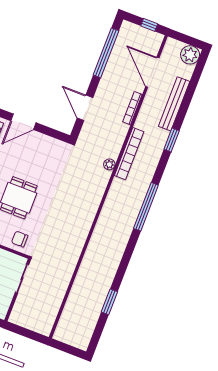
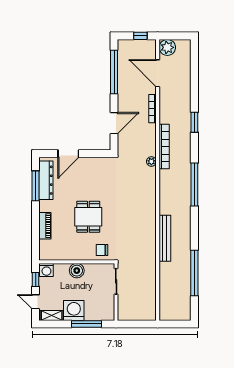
plant: (190, 55) -> (167, 47), moved
bench: (174, 104) -> (165, 238), moved
door: (85, 108) -> (114, 123), swing flipped
window: (109, 302) -> (194, 273), width x2.11

